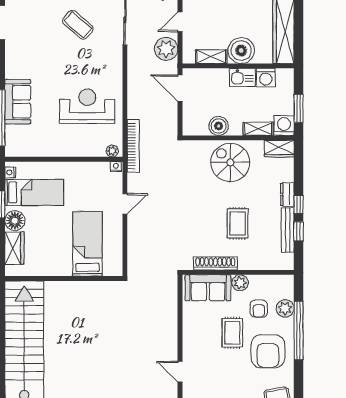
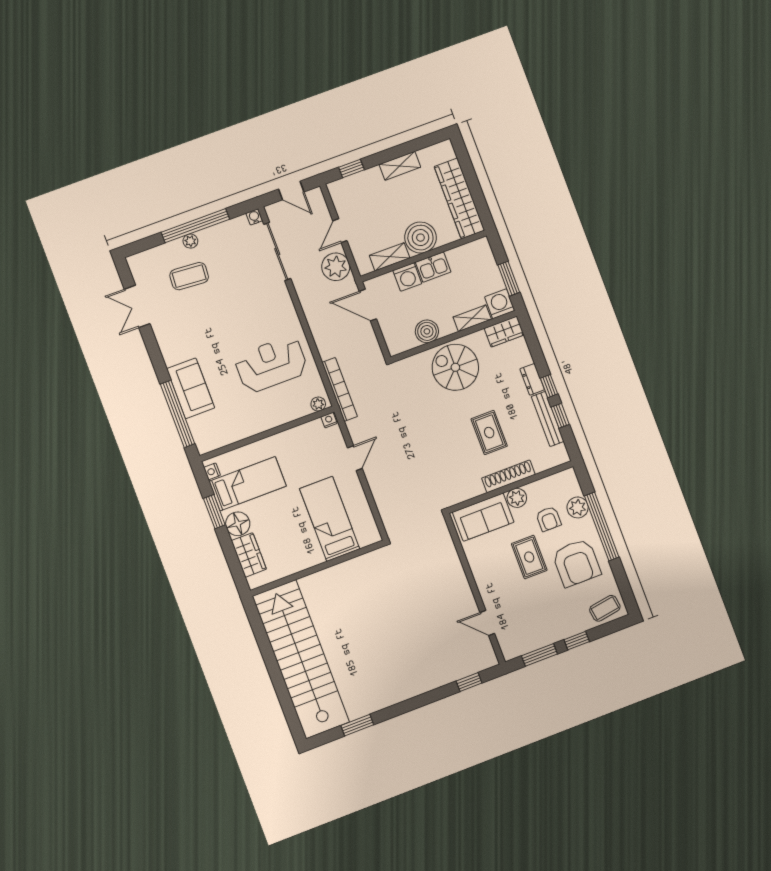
coffee table: (78, 25) -> (189, 276), moved, turned -37
washing machine: (266, 78) -> (407, 277), moved
shoe rack: (215, 263) -> (508, 476), moved

